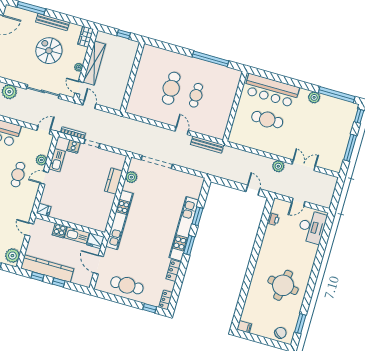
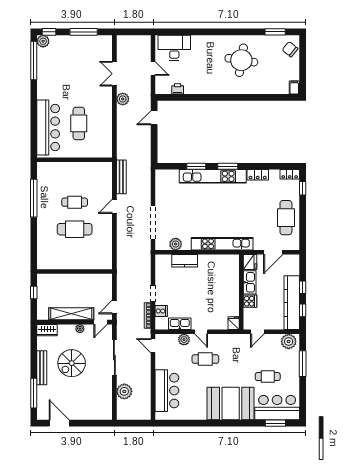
plant: (314, 97) -> (43, 41), moved

